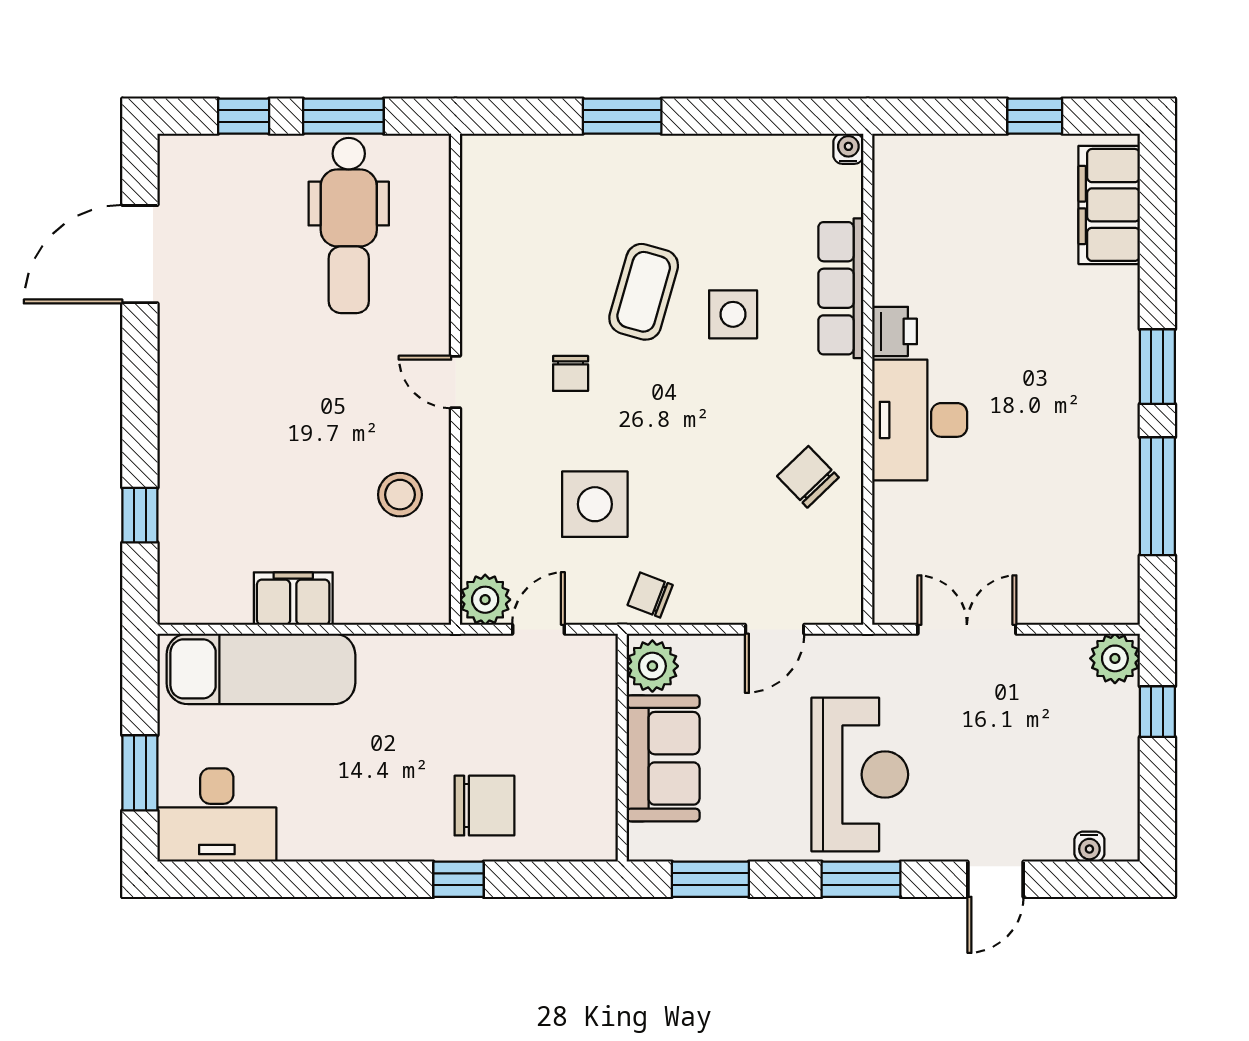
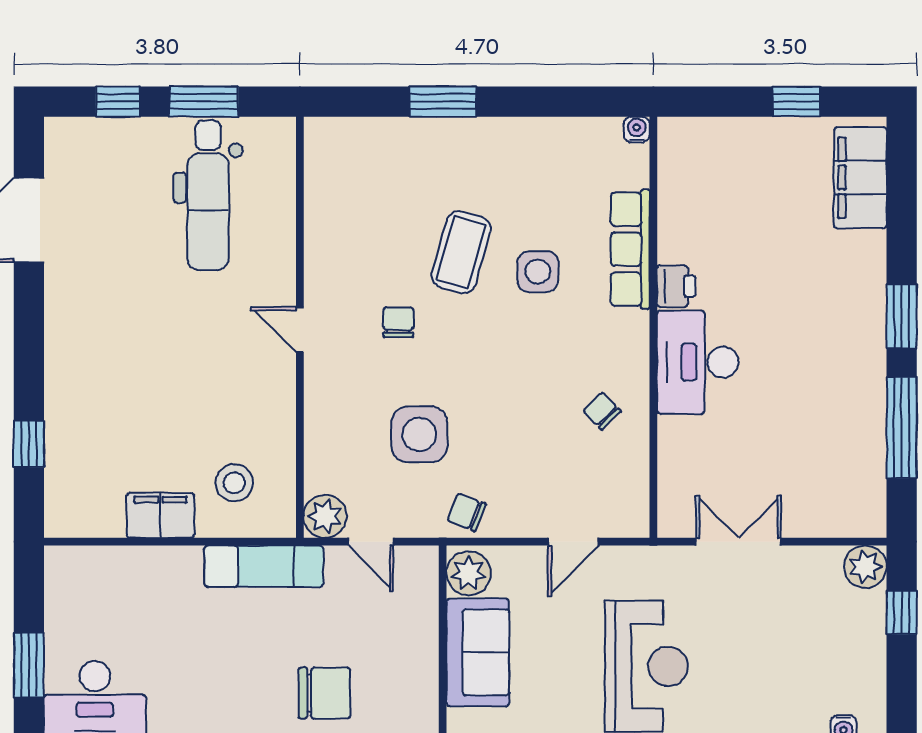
chair: (571, 373) -> (398, 322), turned 180
chair: (808, 477) -> (602, 411), width x0.73, depth x0.73
stool: (400, 495) -> (234, 483), moved
door: (538, 629) -> (371, 542), swing flipped
exam couch: (261, 669) -> (264, 566), moved, width x0.73, depth x0.69

